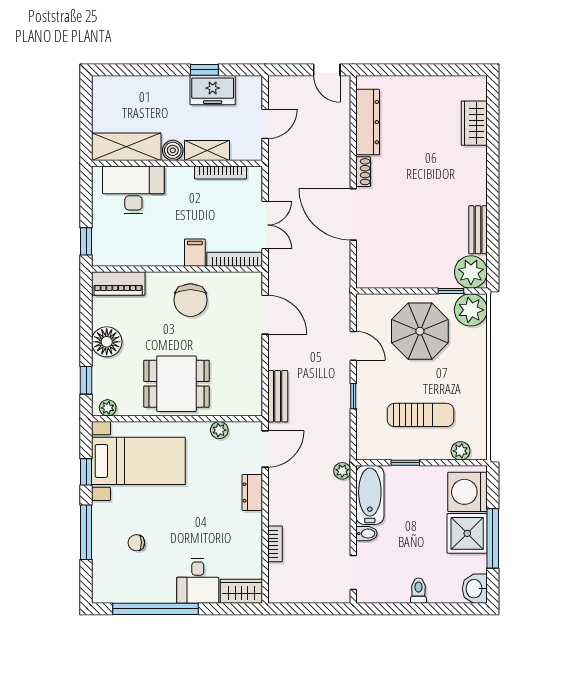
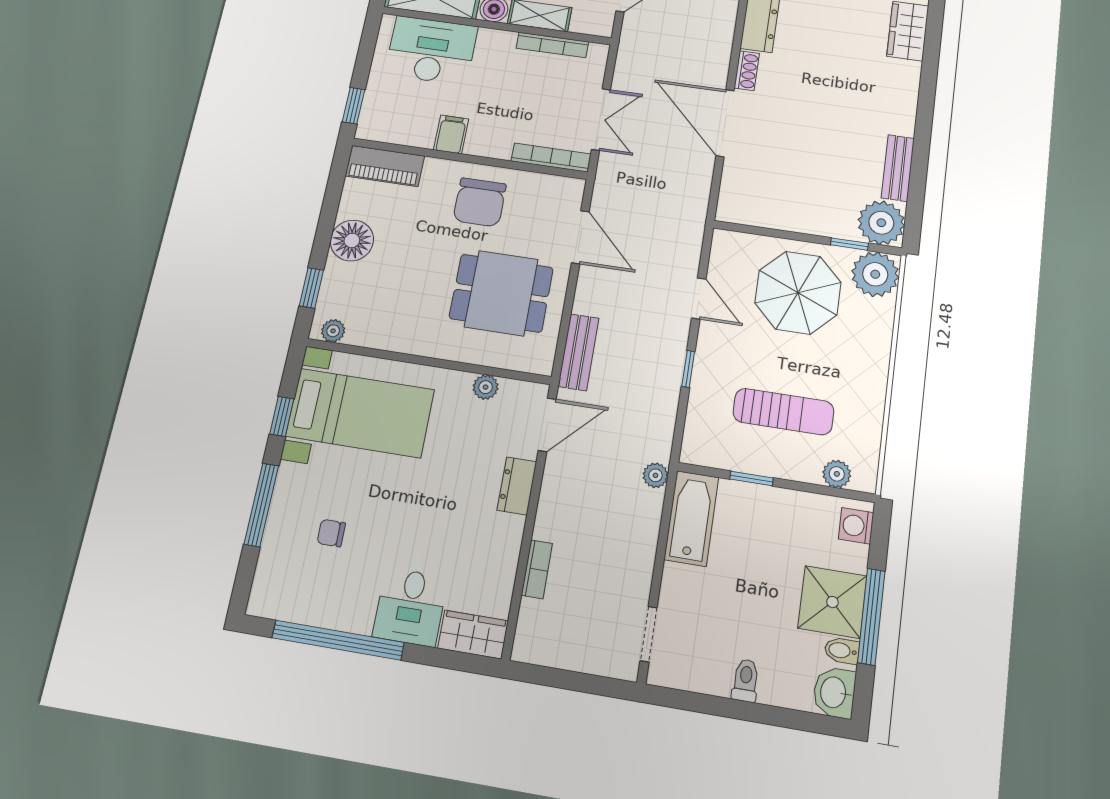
filing cabinet: (195, 253) -> (451, 134), moved
dining table: (176, 384) -> (501, 293), moved
washing machine: (468, 492) -> (856, 526), width x0.53, depth x0.53
bidet: (367, 534) -> (842, 651), moved, turned 180

